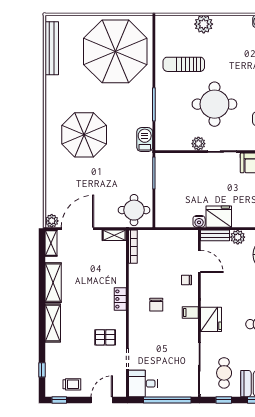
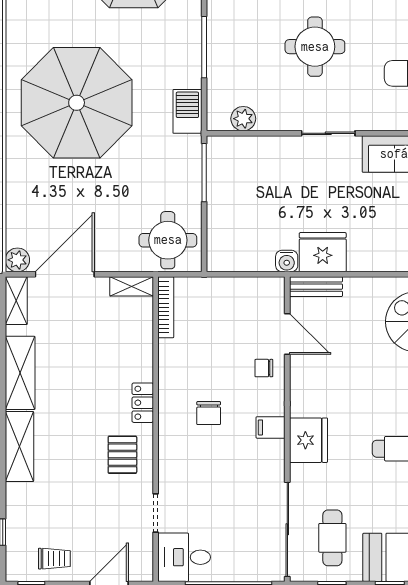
round table: (214, 104) -> (315, 47), width x0.73, depth x0.73
parasol: (84, 135) -> (77, 103), width x1.36, depth x1.36
plant: (198, 144) -> (243, 119), moved
plant: (238, 237) -> (357, 290), removed
pallet: (105, 337) -> (122, 455), moved, turned 90

